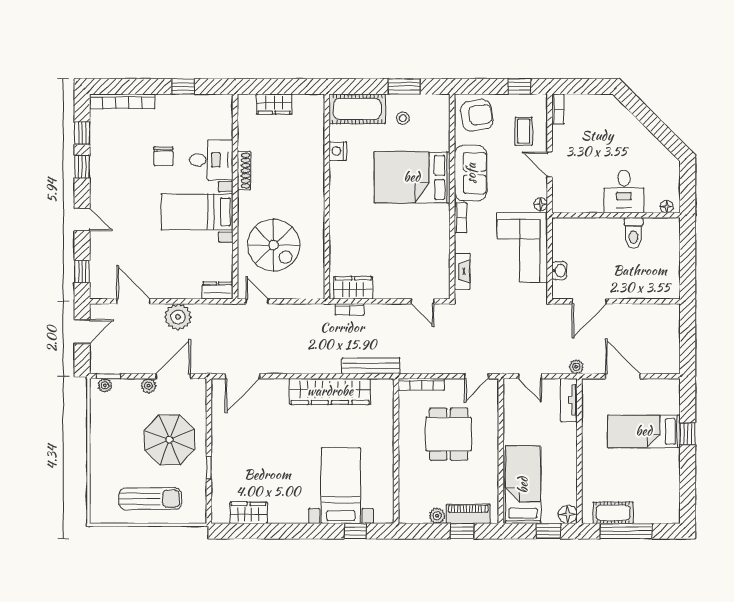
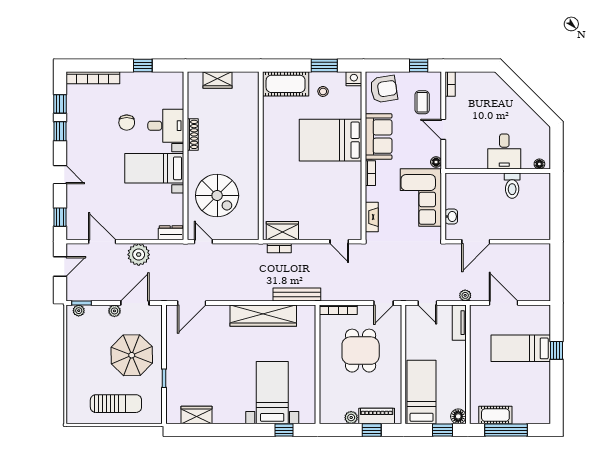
nightstand: (338, 151) -> (354, 79), moved, turned 90

